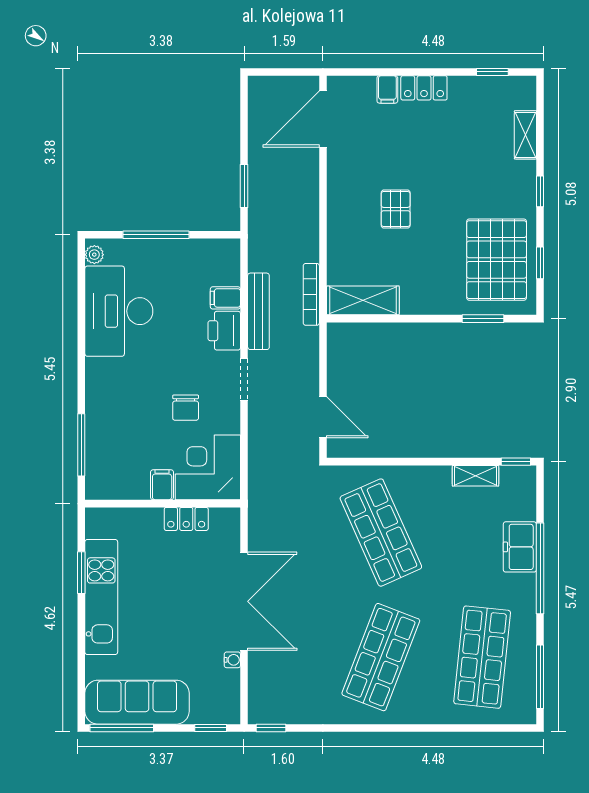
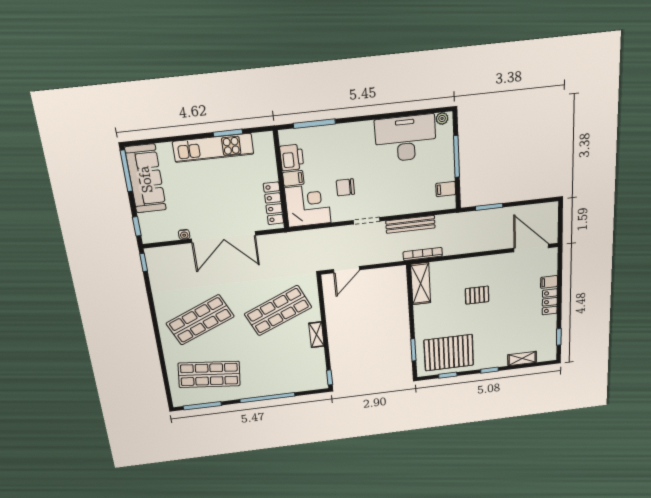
filing cabinet: (225, 298) -> (446, 189), moved, turned -90
printer: (224, 331) -> (292, 158), moved, turned 90
shelving: (475, 476) -> (316, 335), moved
locker: (186, 519) -> (274, 203), width x1.53
freezer: (520, 547) -> (279, 386), removed
shop shelf: (381, 657) -> (200, 320), turned -45

